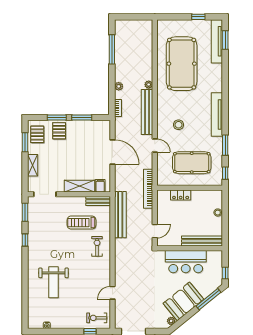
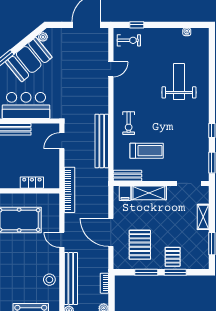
stool: (178, 125) -> (49, 280), moved
pallet: (37, 134) -> (140, 245), moved, width x1.50, depth x1.42
bench: (120, 215) -> (102, 141), moved

